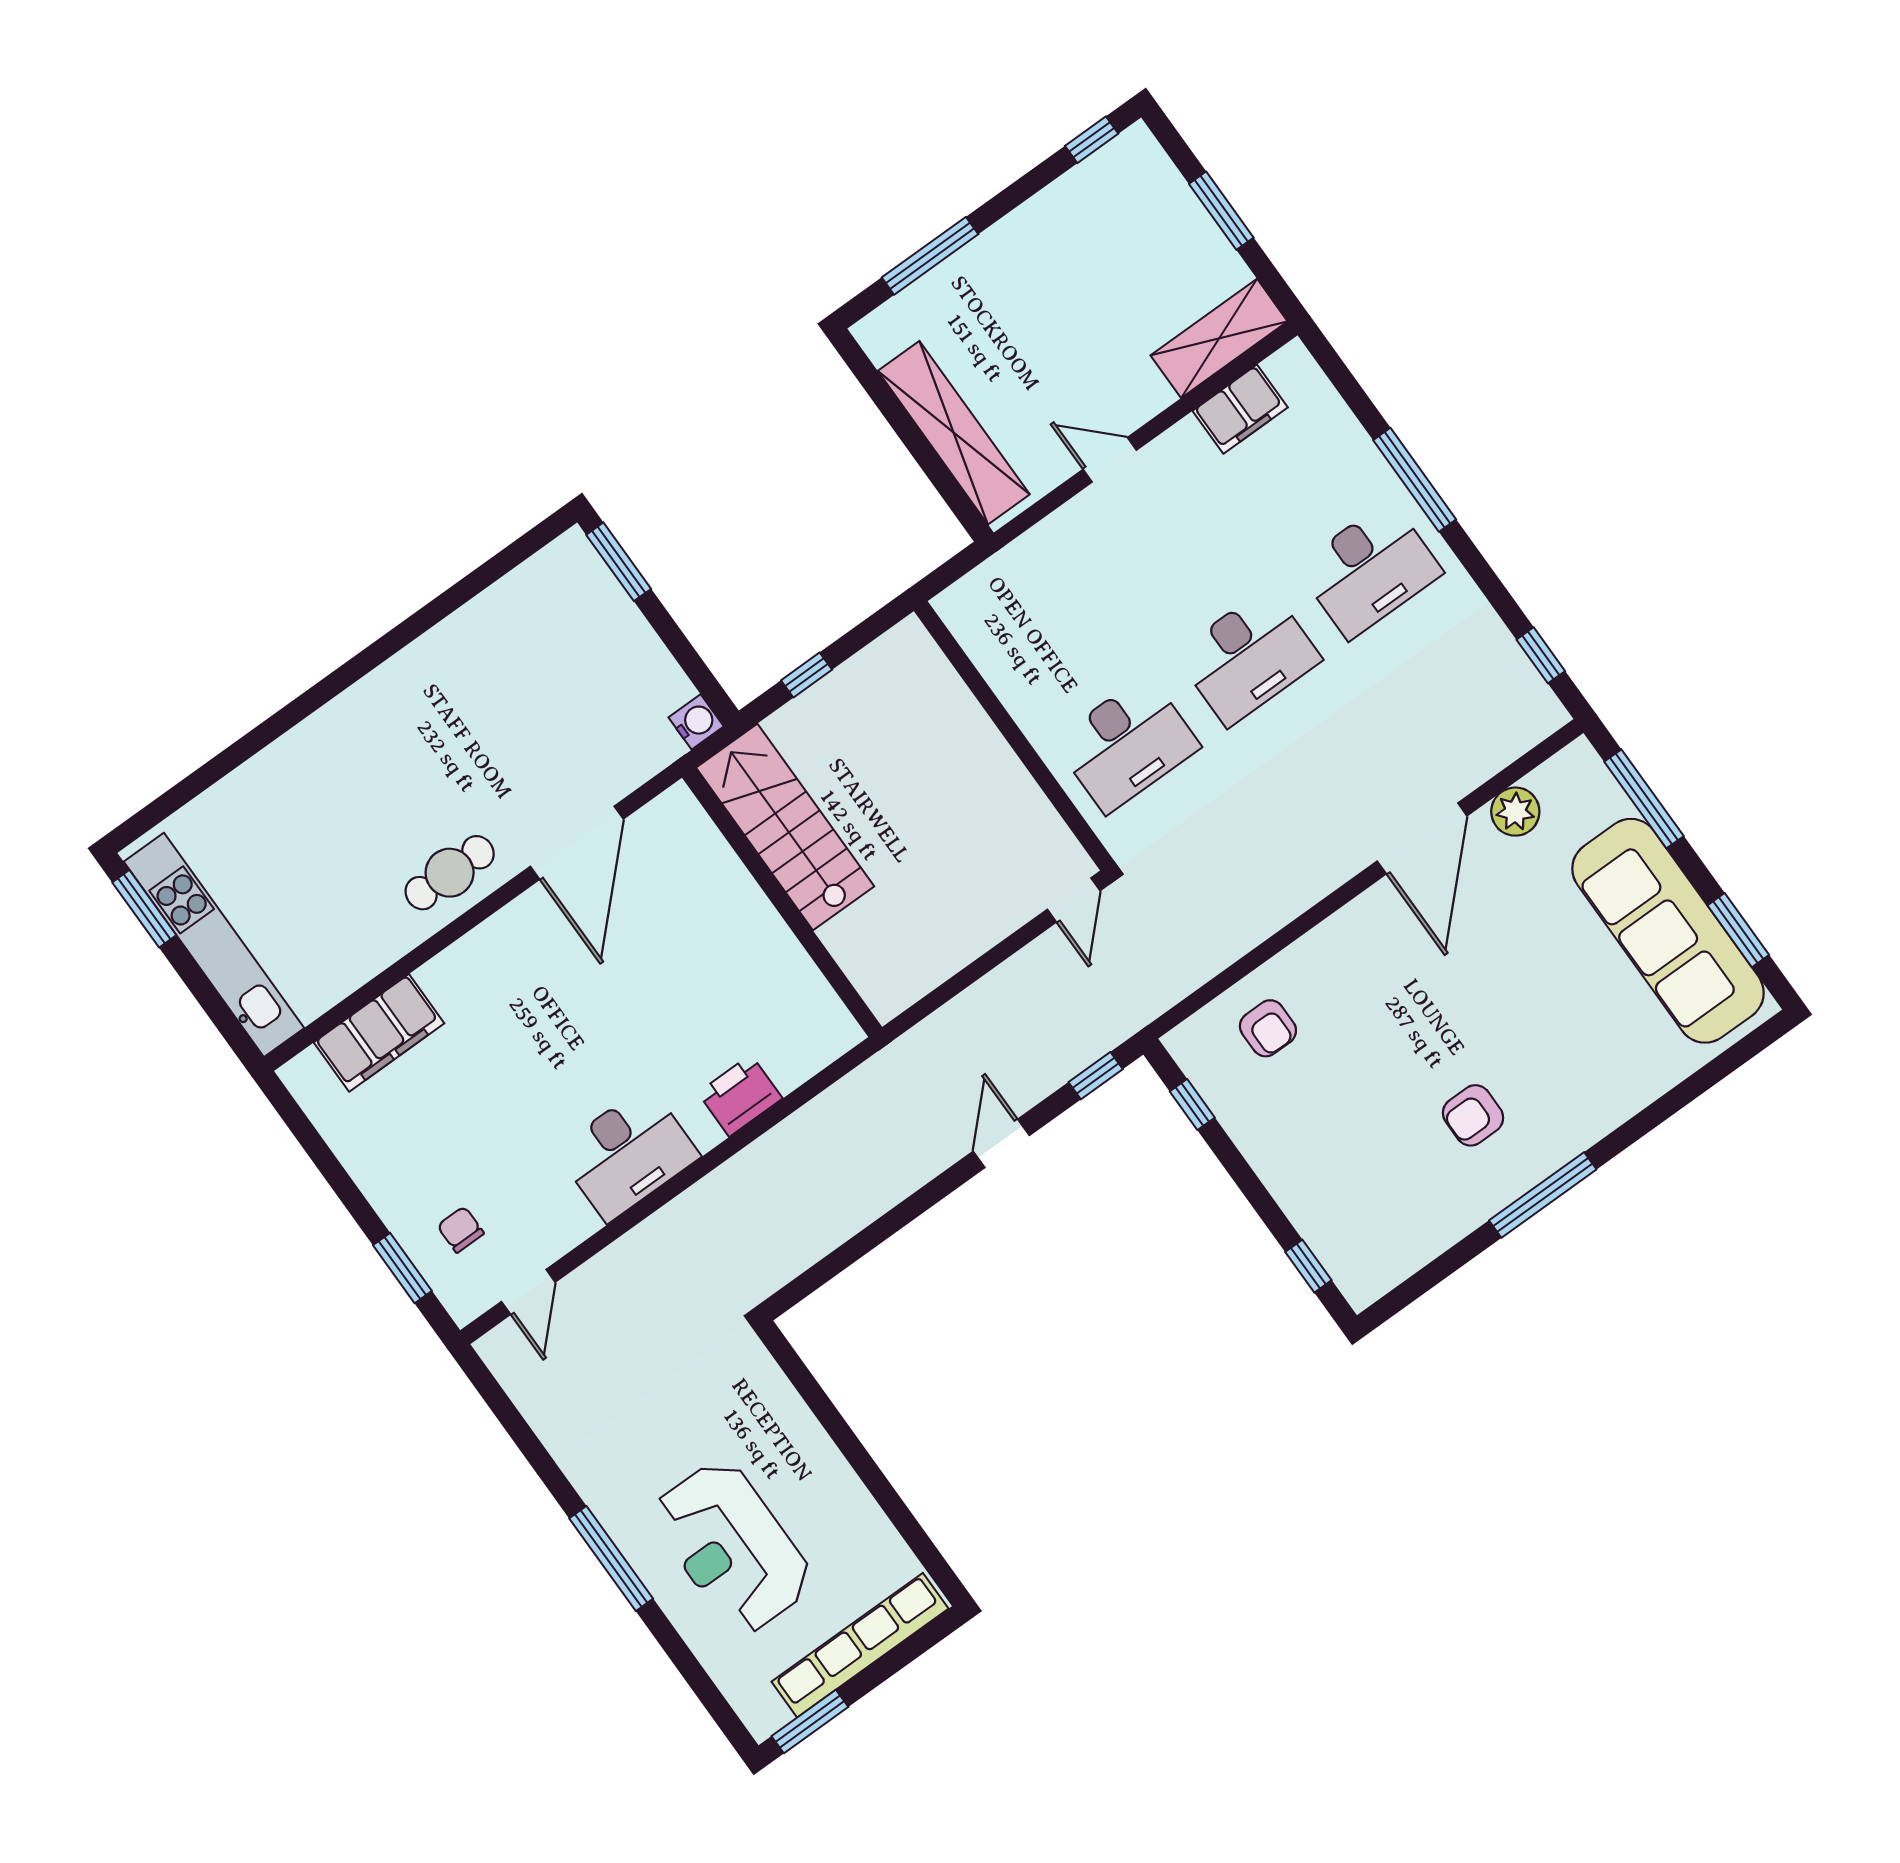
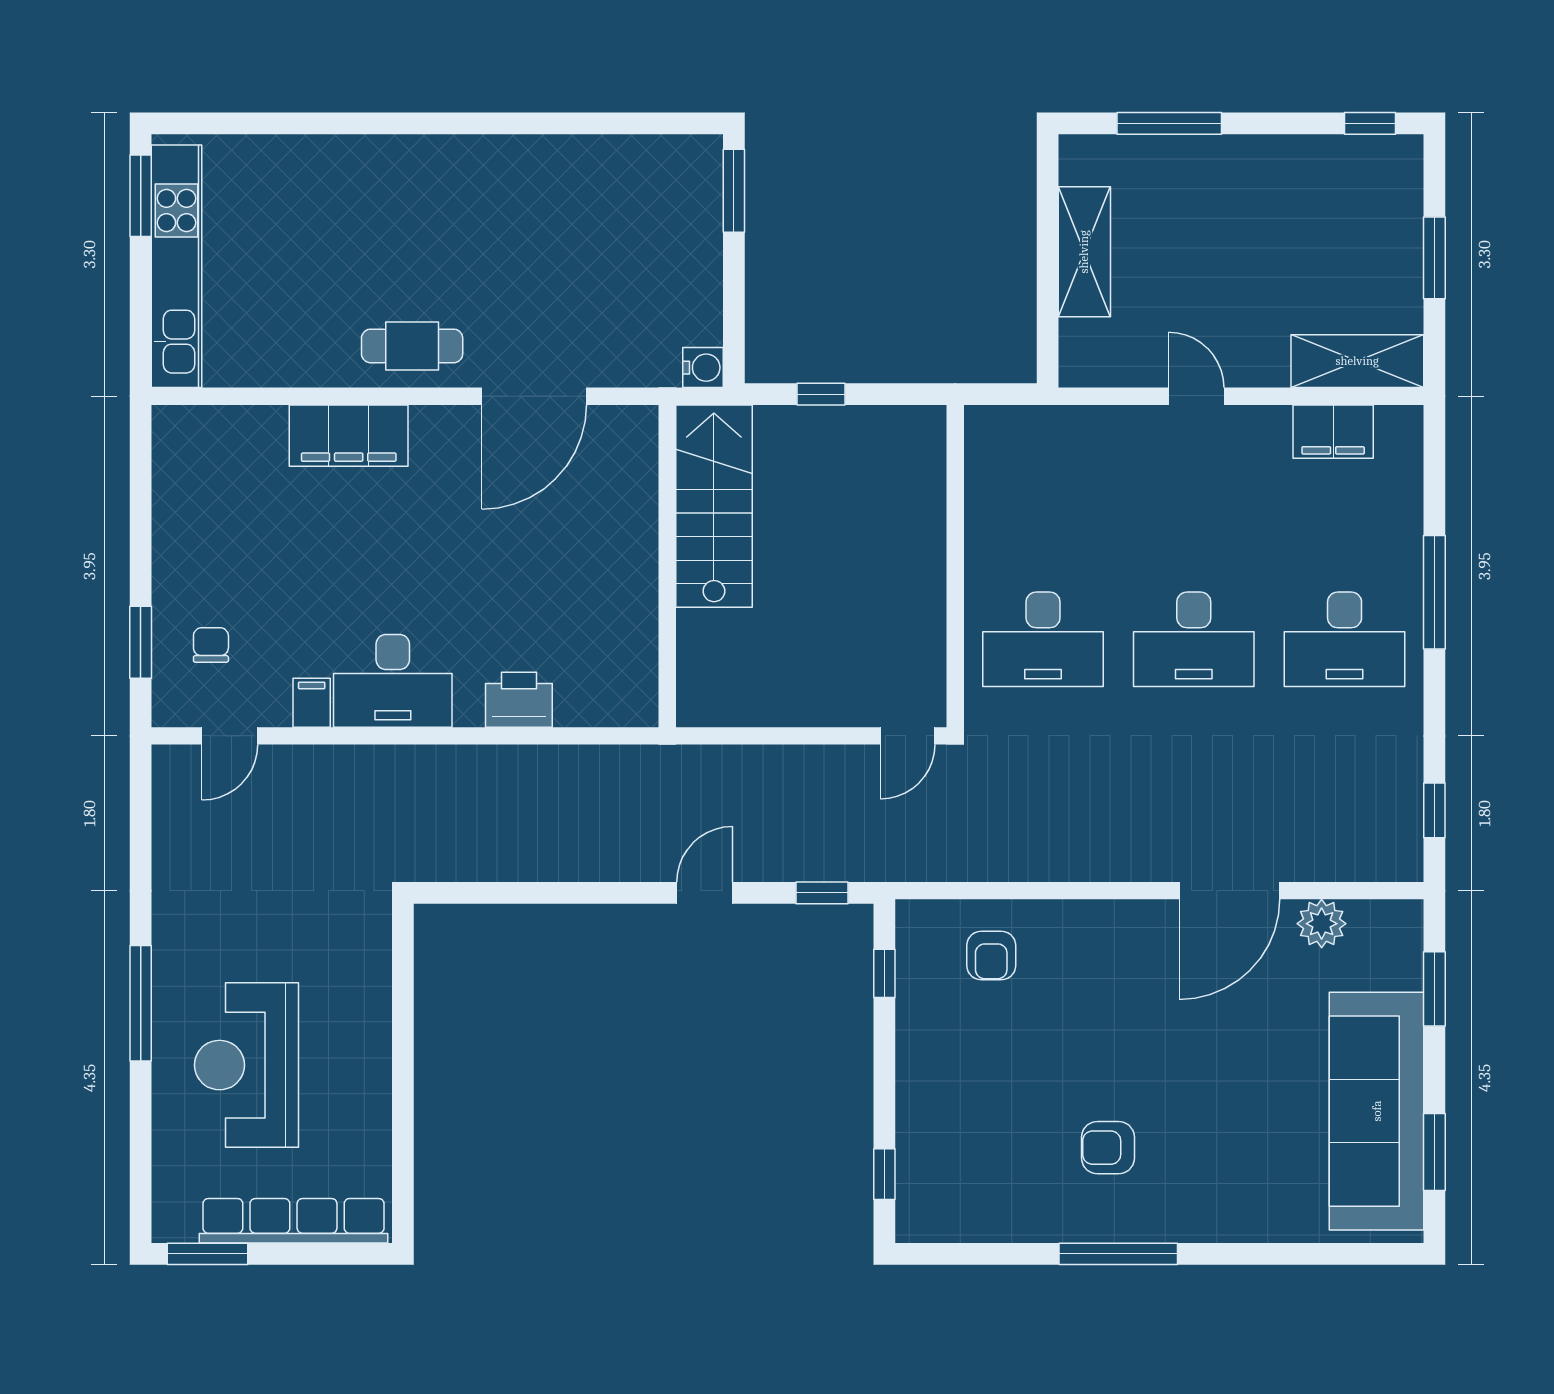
shelving: (954, 433) -> (1084, 252), width x0.68
window: (1644, 799) -> (1434, 989), width x0.69
filing cabinet: (379, 1033) -> (349, 436), moved
filing cabinet: (575, 1218) -> (312, 703), added

